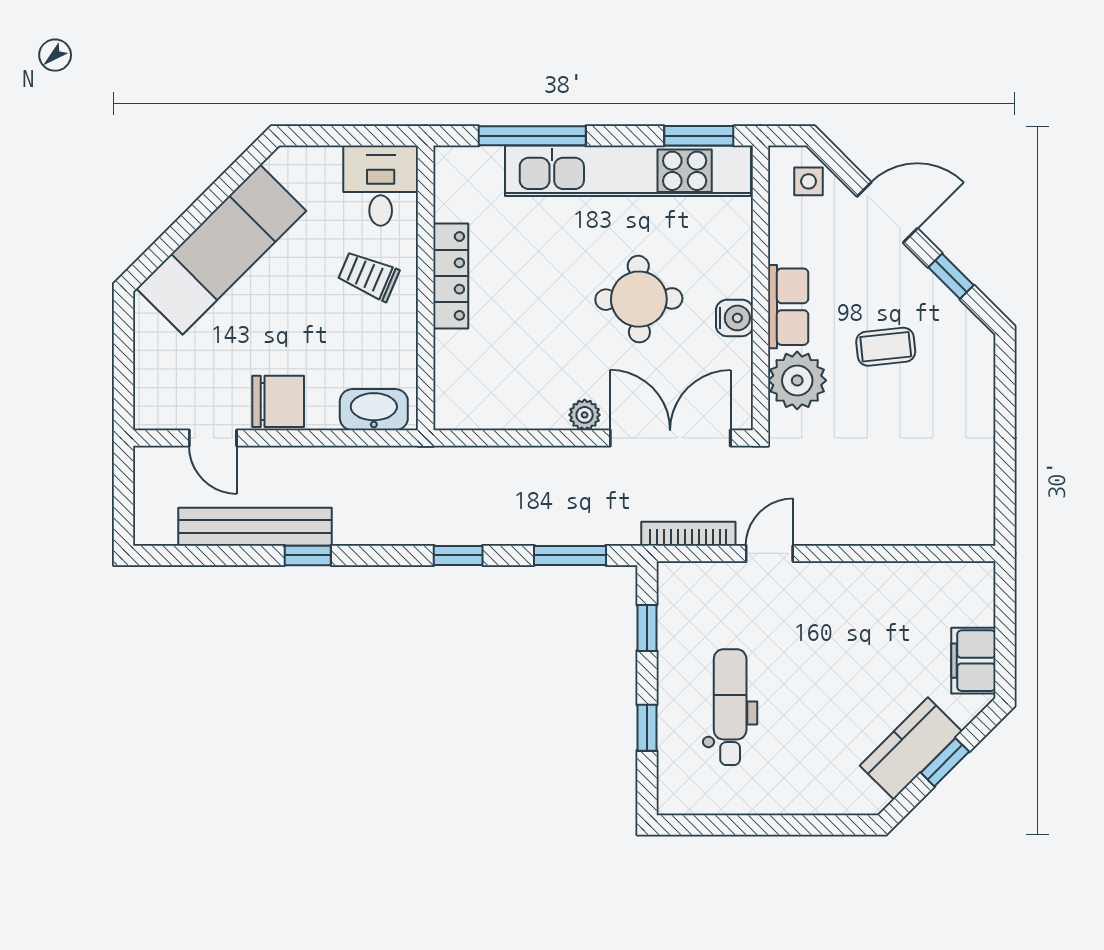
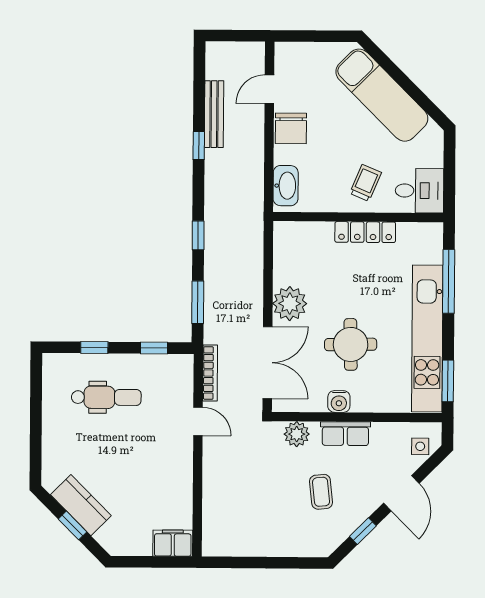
plant: (797, 380) -> (297, 434), width x0.73, depth x0.73
plant: (585, 415) -> (290, 304), width x1.87, depth x1.87
bench: (255, 527) -> (214, 114), width x0.73, depth x0.82
filing cabinet: (973, 661) -> (173, 543), moved

